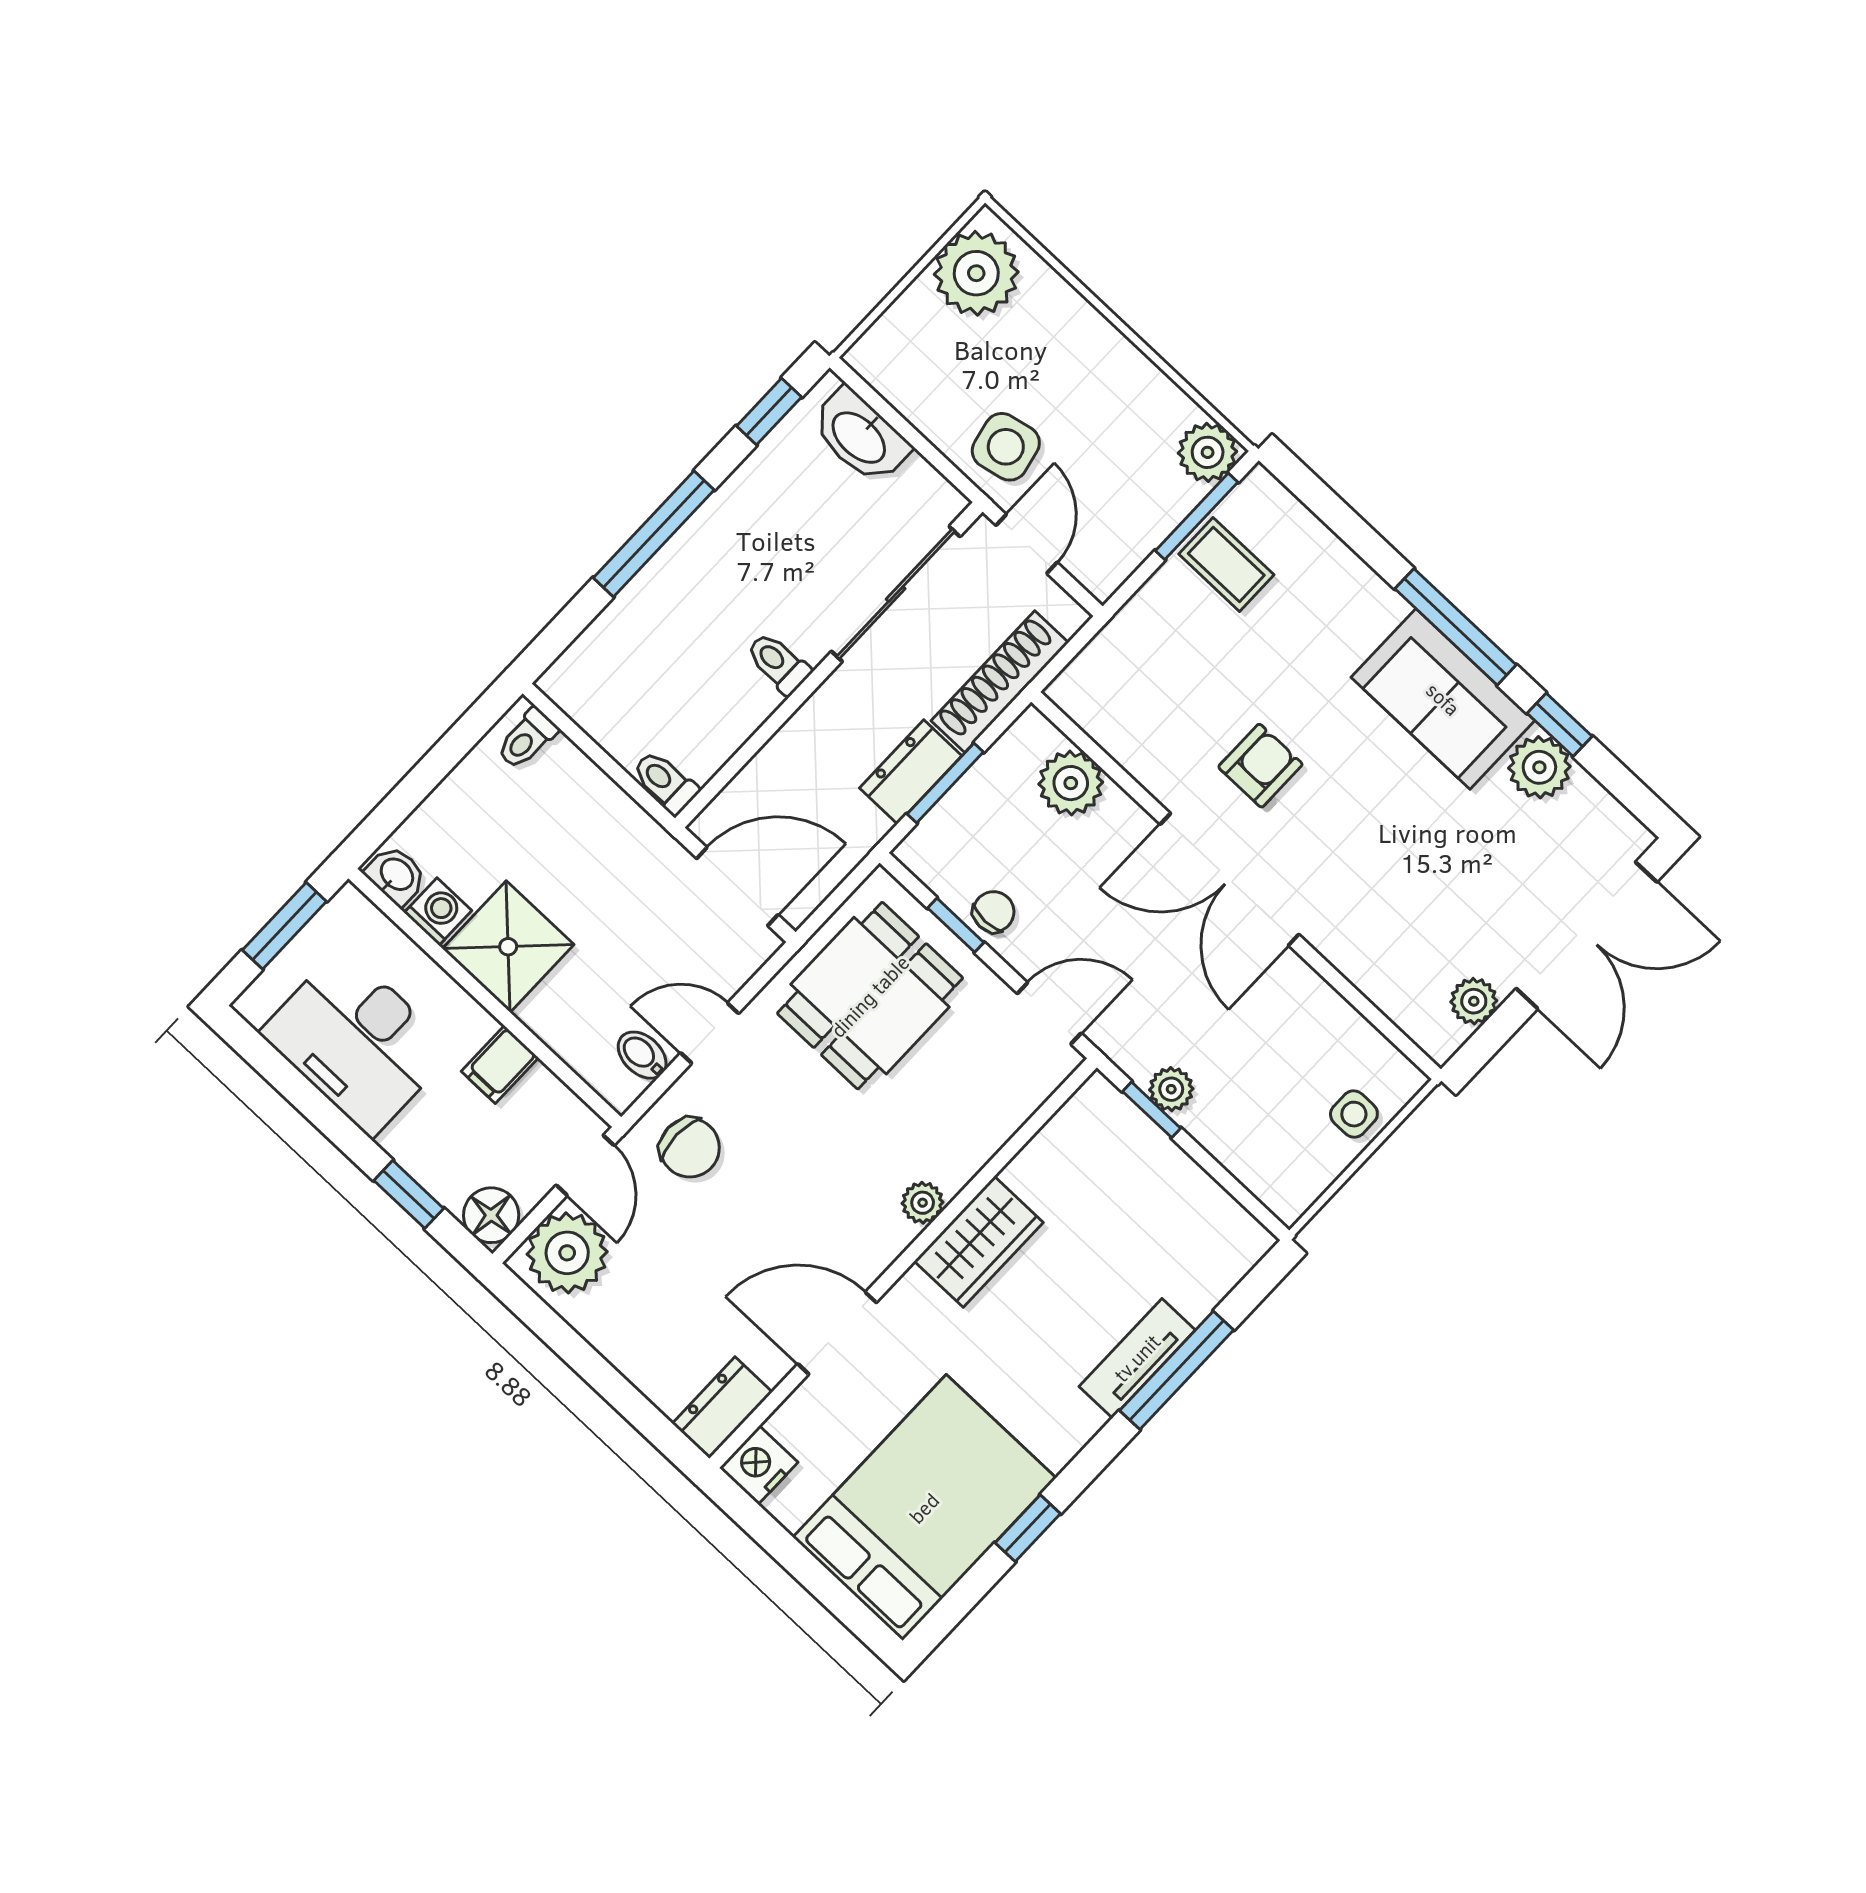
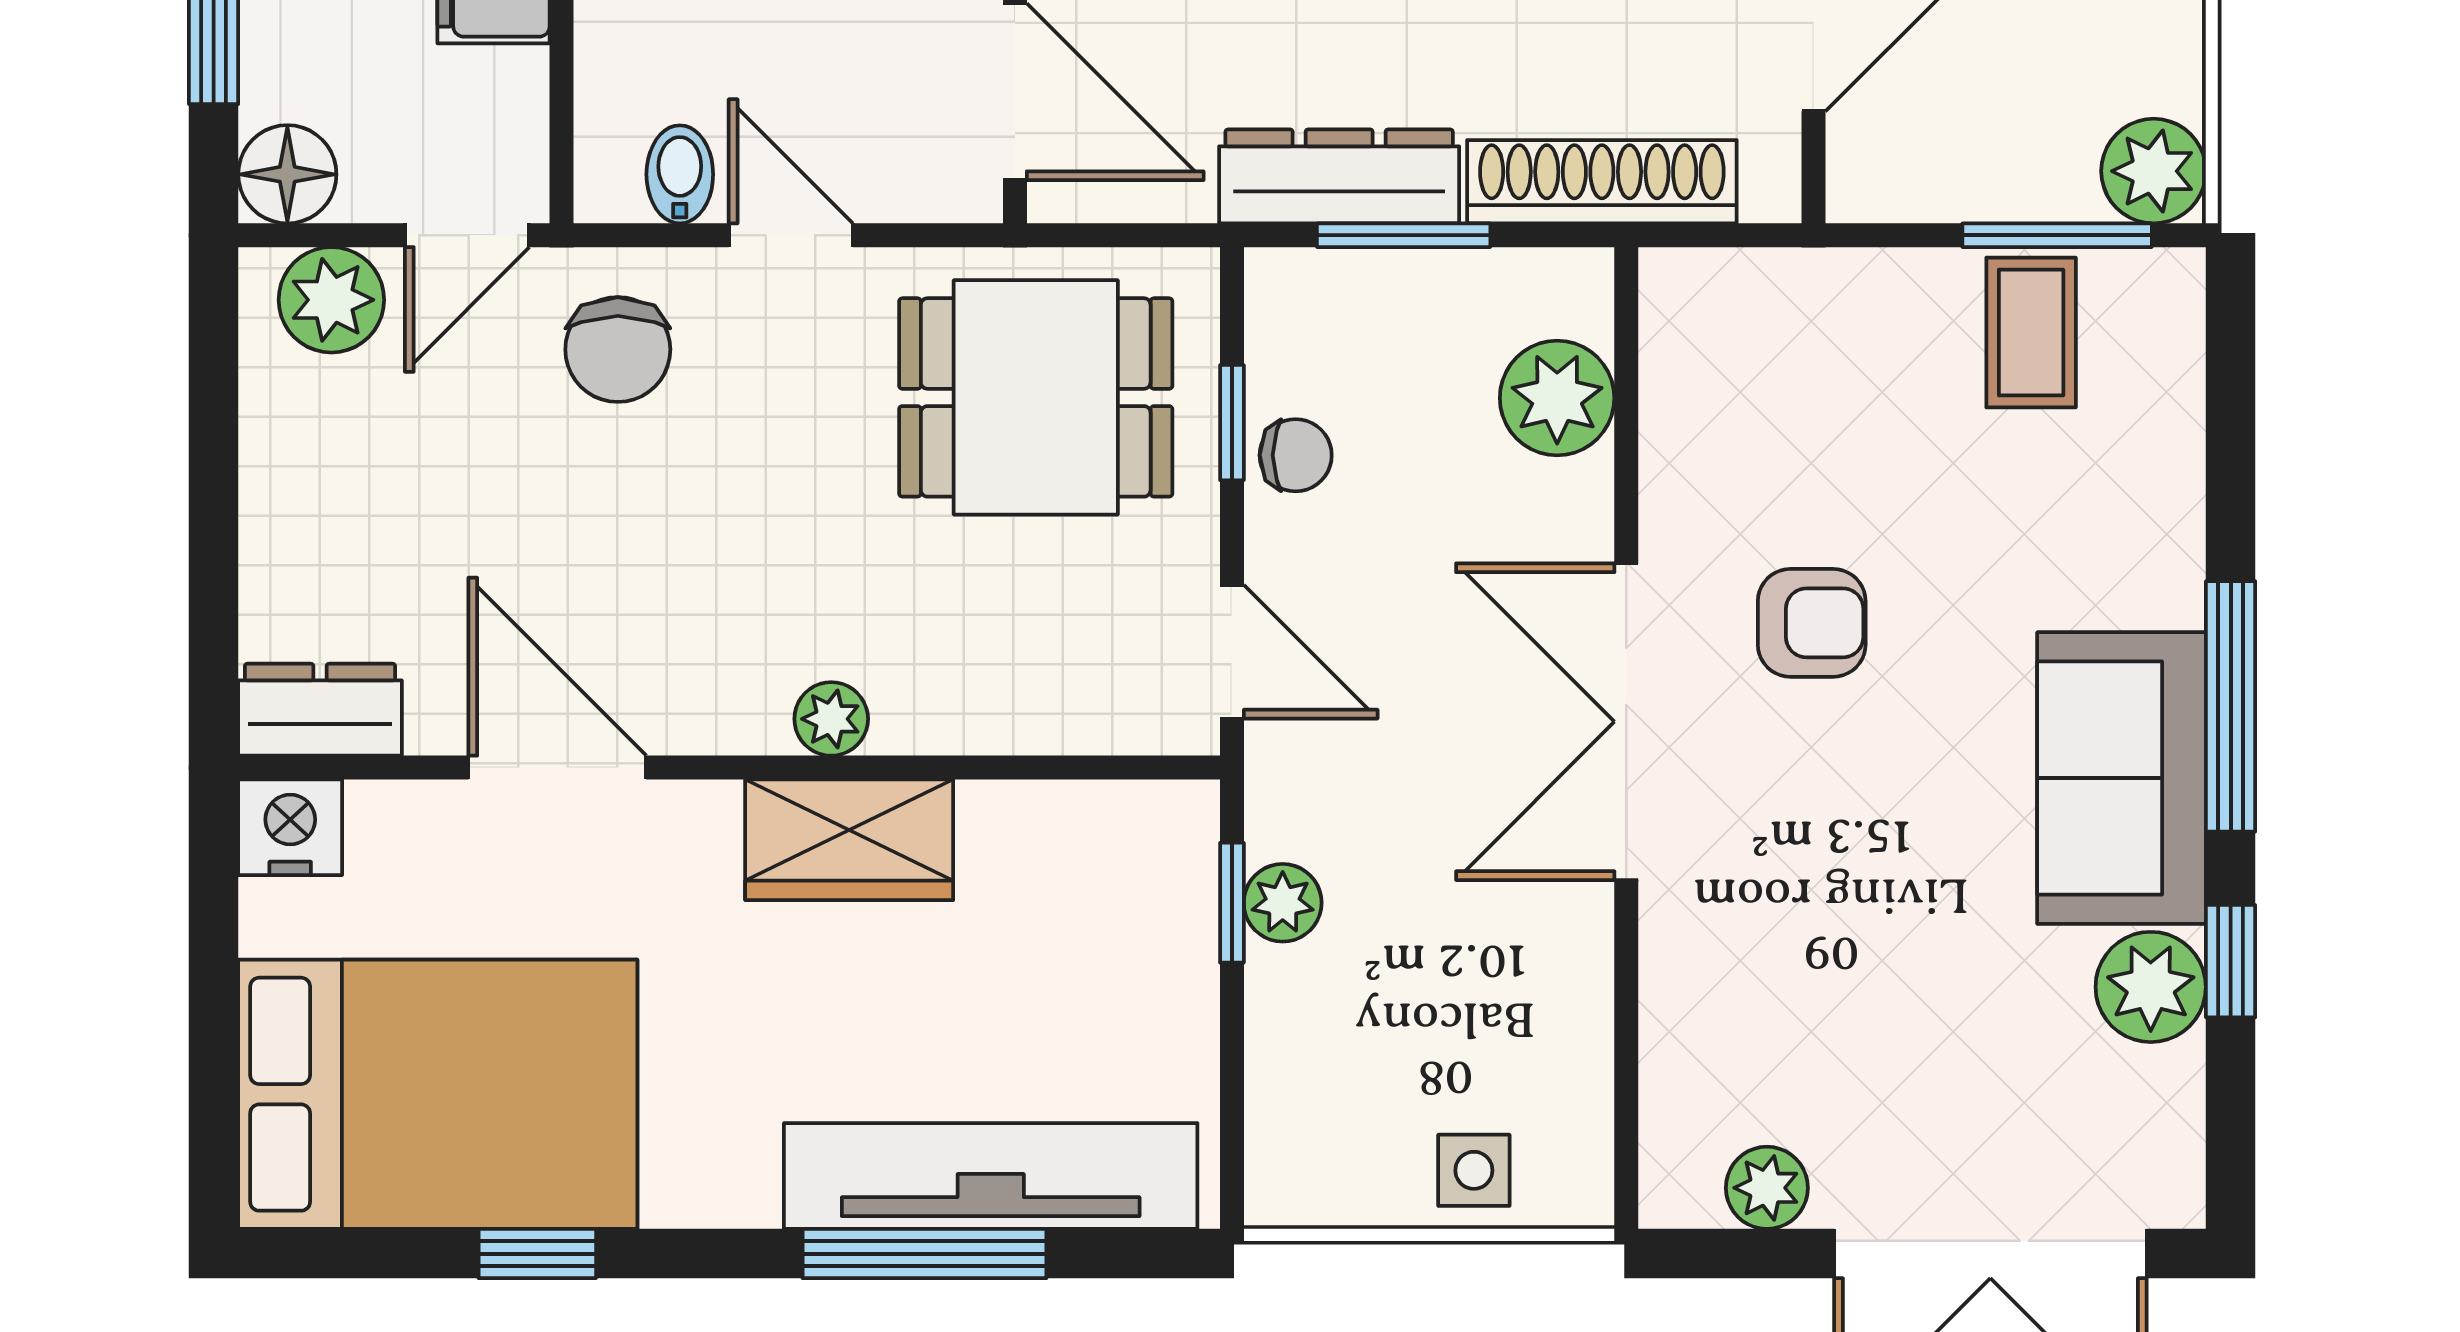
dresser: (911, 772) -> (1339, 176), width x1.44
plant: (567, 1253) -> (331, 300), width x0.73, depth x0.73
tv unit: (1137, 1358) -> (991, 1176), width x1.92, depth x1.29

